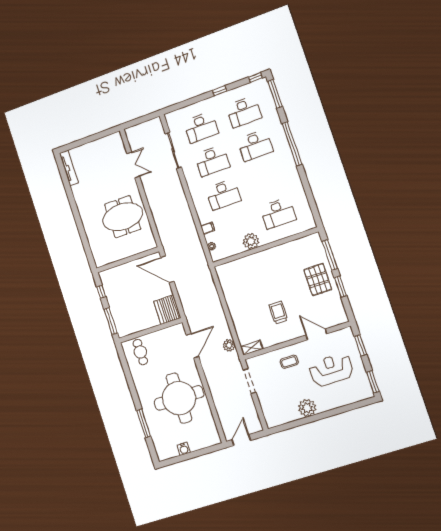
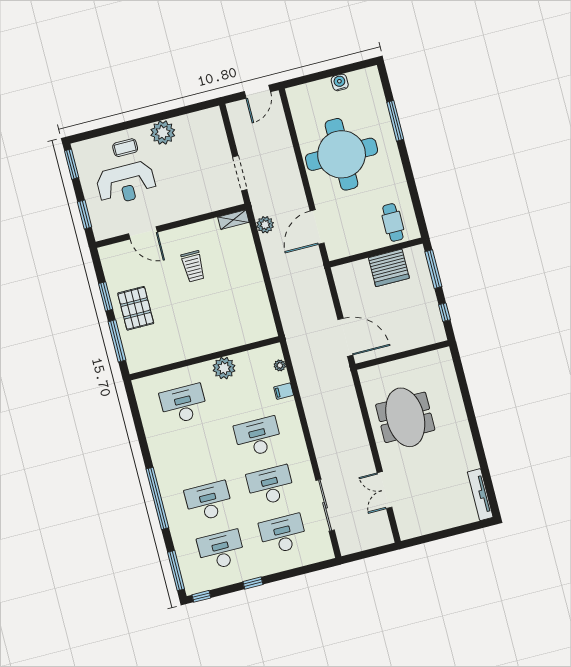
meeting table: (123, 217) -> (405, 417), turned 90
server rack: (167, 310) -> (389, 268), moved, turned 90
coffee table: (289, 362) -> (125, 148), moved

